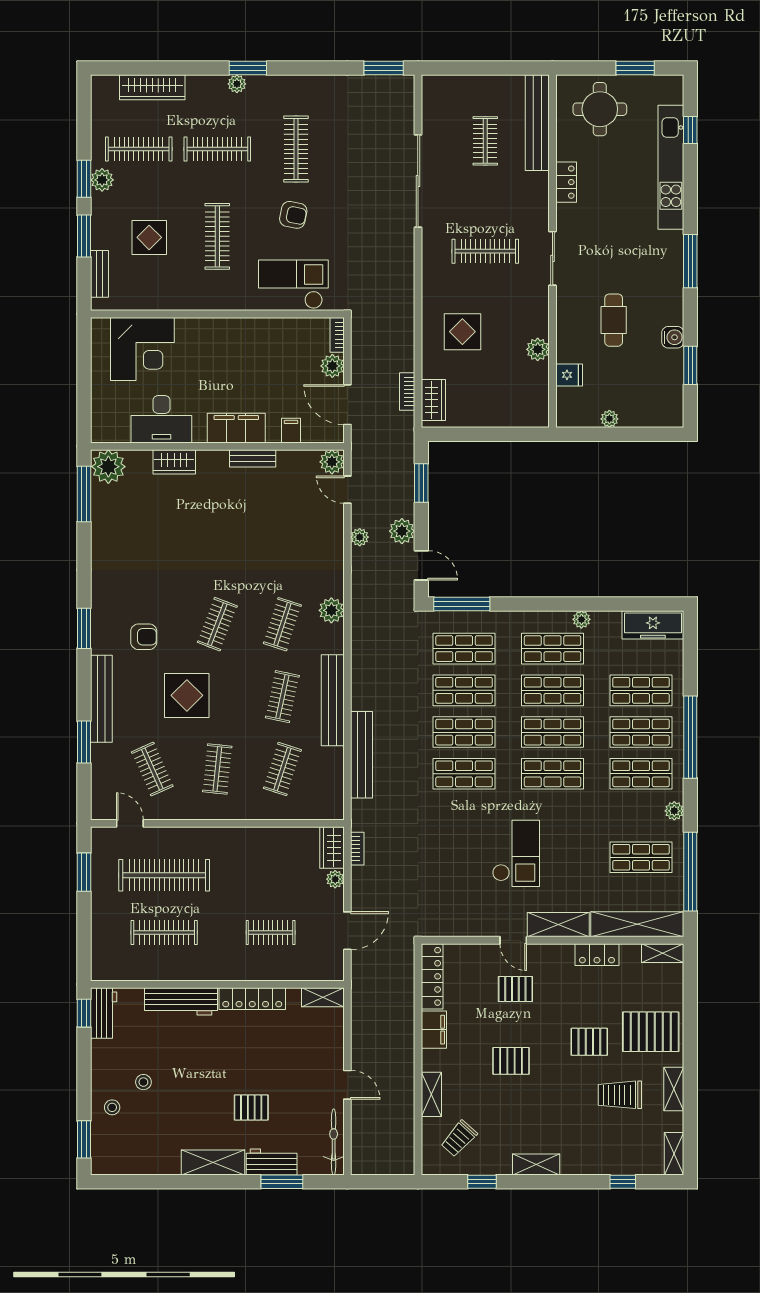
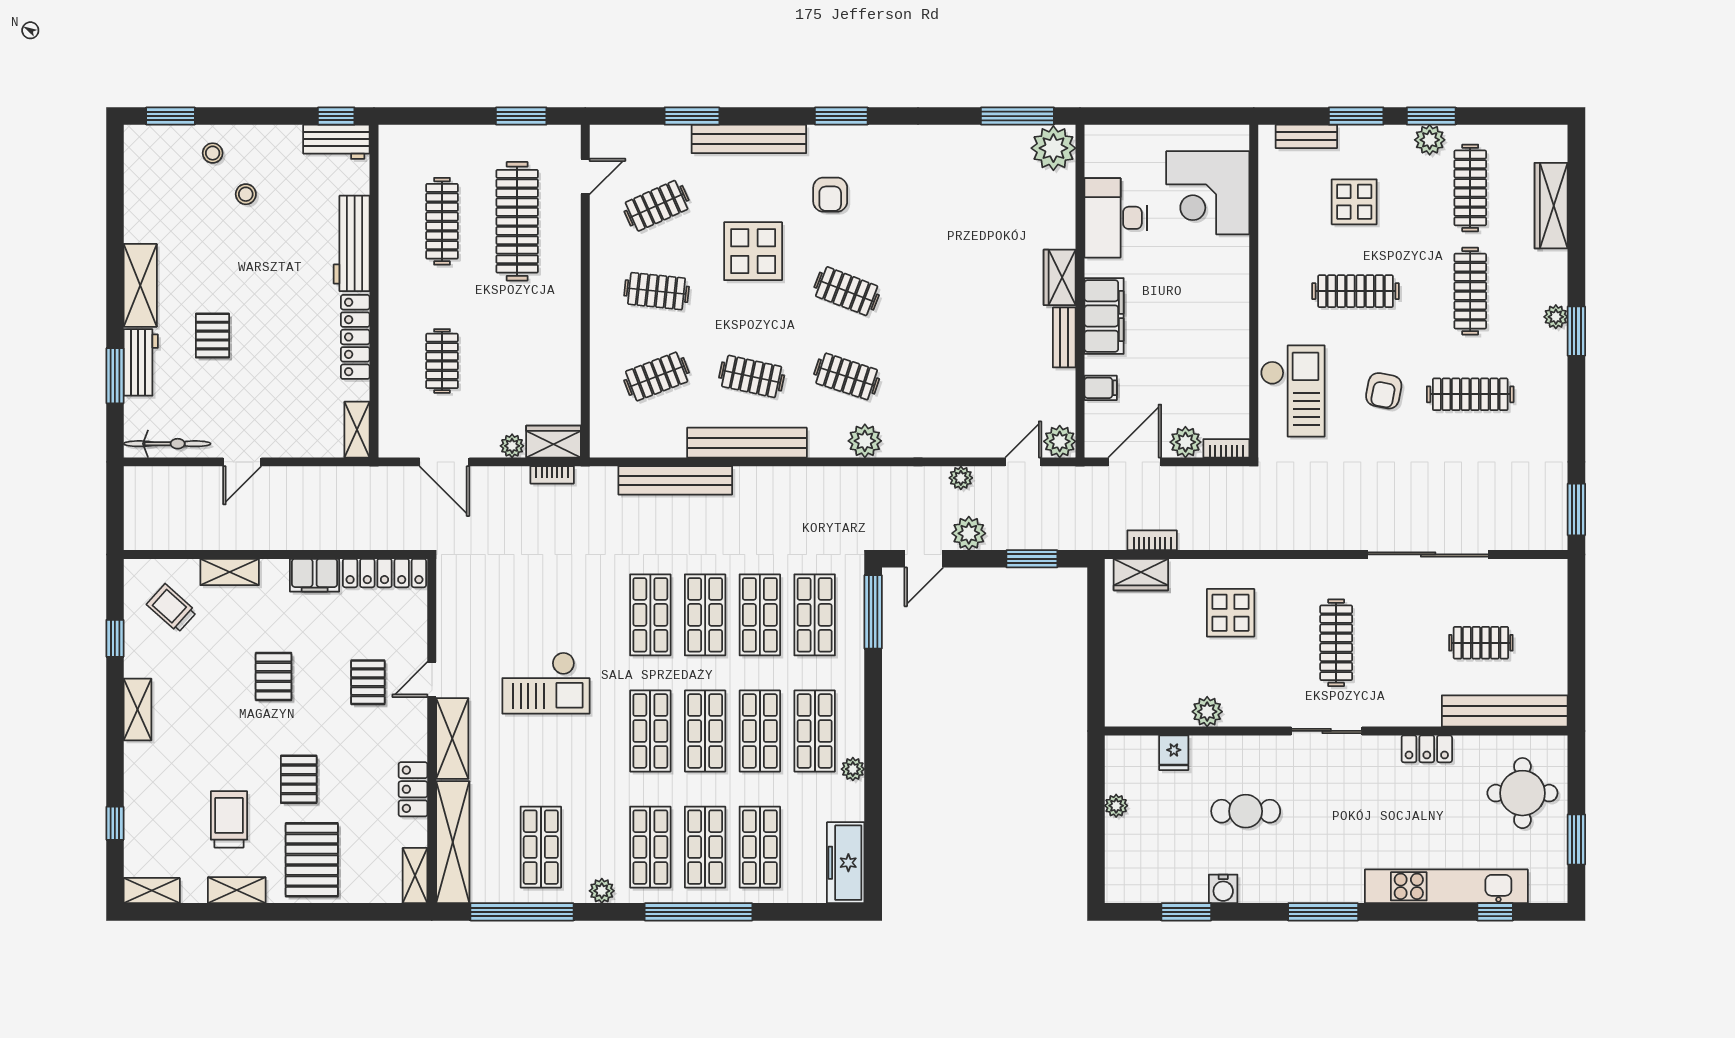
wardrobe: (174, 462) -> (1060, 277), moved
clothes rail: (282, 769) -> (657, 376), turned -39

